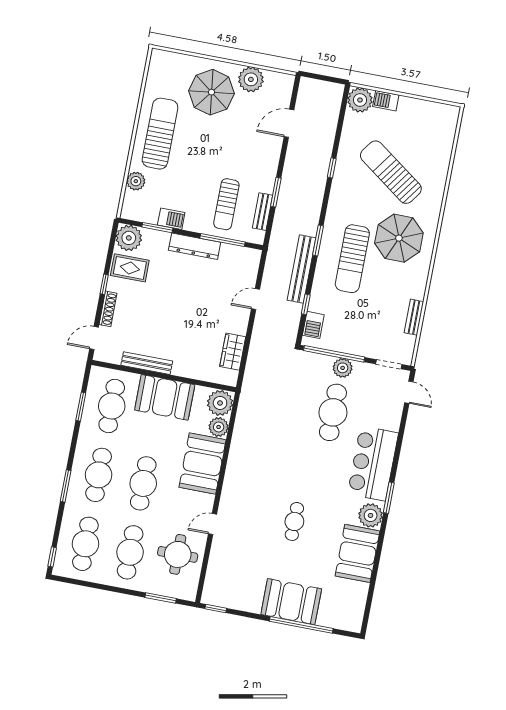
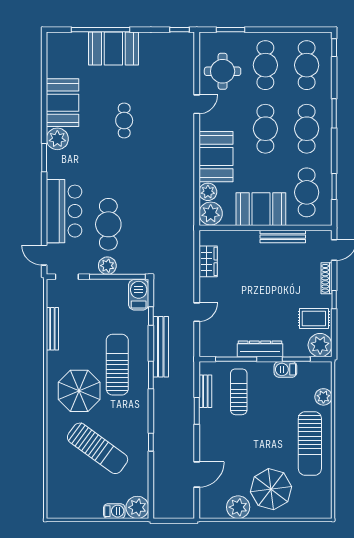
bench: (414, 317) -> (52, 329), width x1.36
barbecue: (313, 325) -> (139, 295), width x1.38, depth x1.27
bar counter: (373, 463) -> (64, 211), moved

